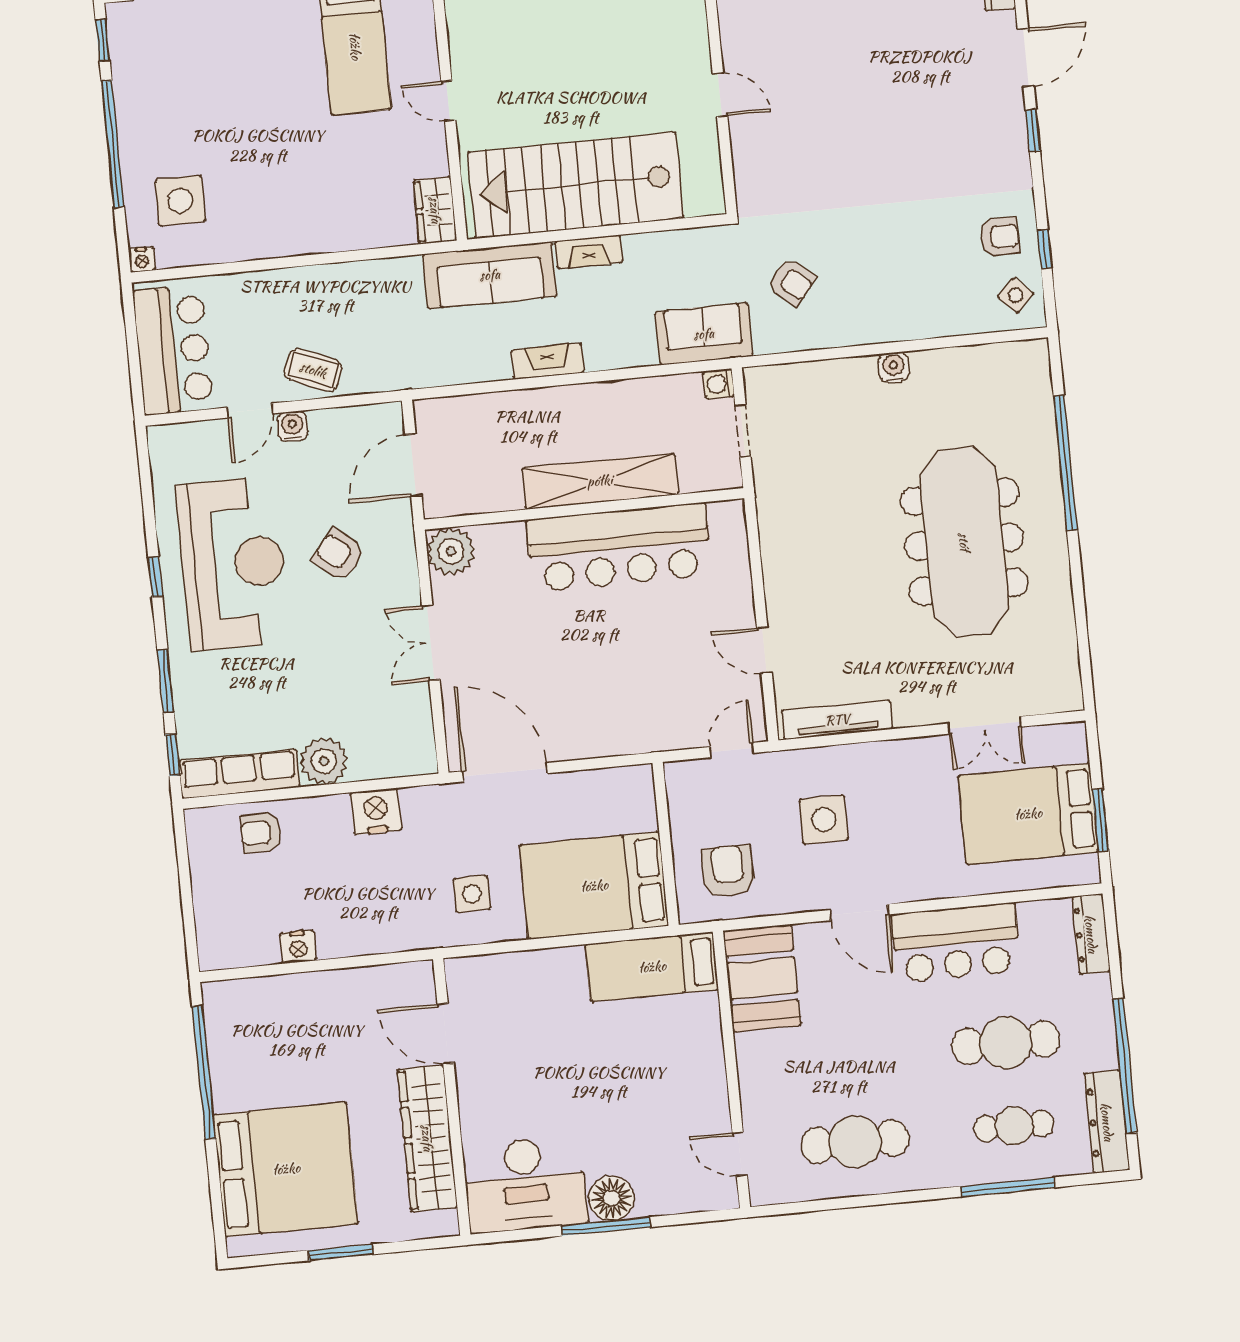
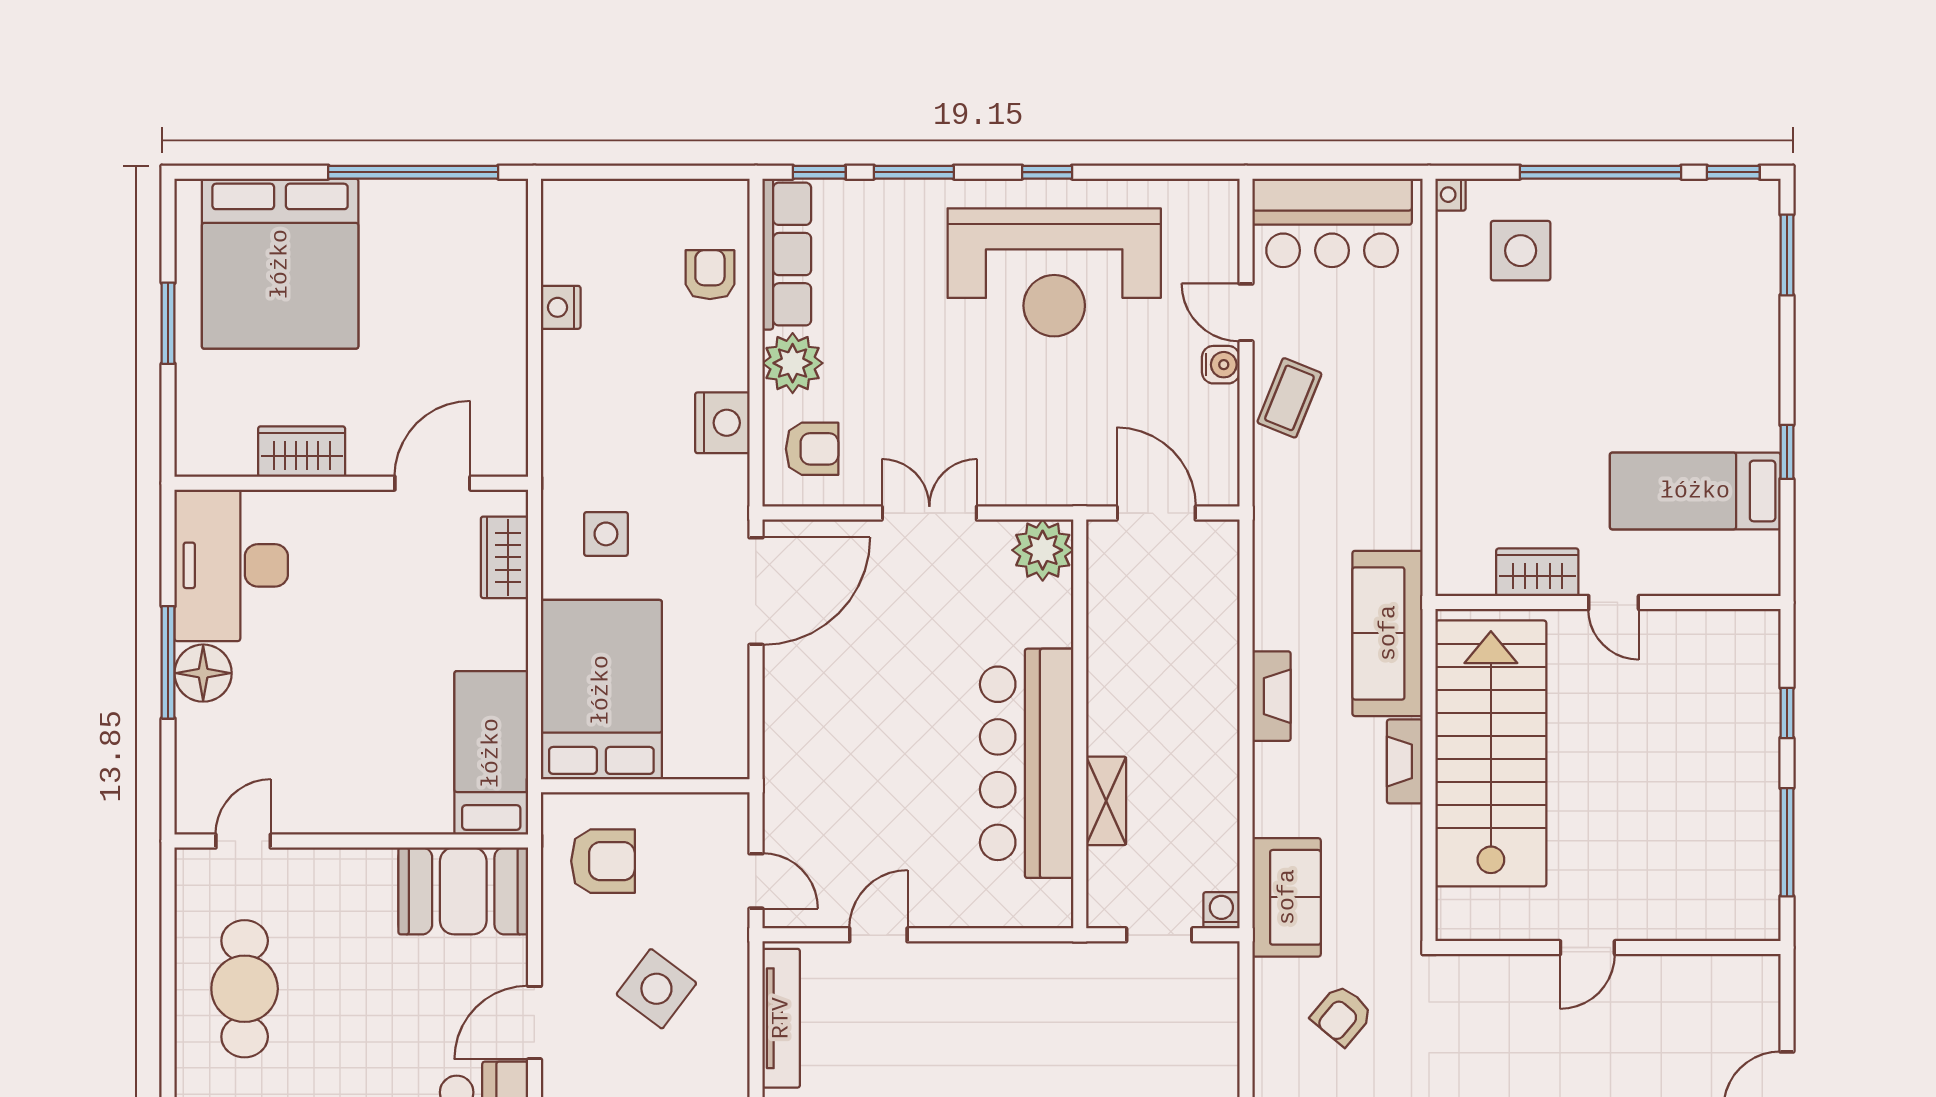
door: (448, 101) -> (1614, 602), swing flipped
wardrobe: (435, 210) -> (1537, 572), moved
shelving: (600, 481) -> (1106, 801), width x0.45, depth x0.75
armchair: (339, 555) -> (812, 449), moved, turned 50
side table: (824, 820) -> (656, 989), turned 37
wardrobe: (498, 971) -> (504, 557), added
wardrobe: (427, 1138) -> (302, 452), width x0.48, depth x0.85

